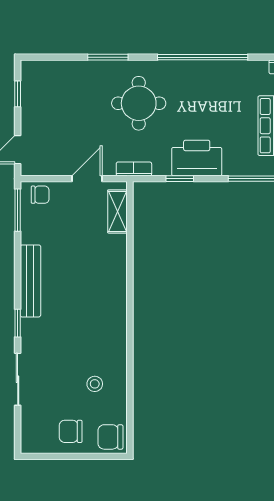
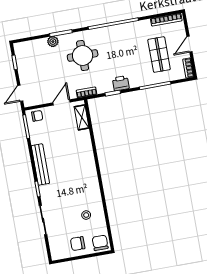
plant: (91, 69) -> (53, 42), added
printer: (197, 158) -> (121, 83), width x0.53, depth x0.68
chair: (110, 437) -> (100, 243), turned 90

